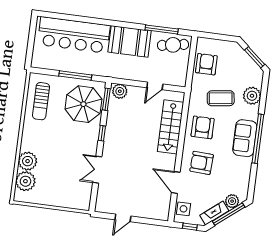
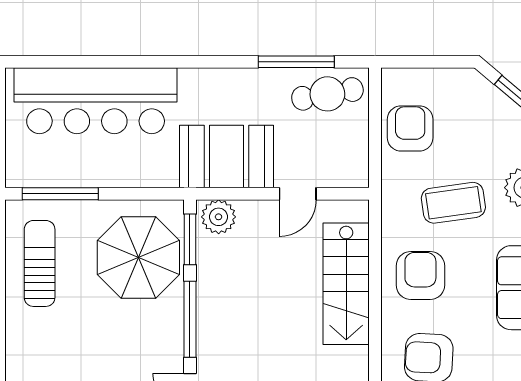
booth: (130, 41) -> (226, 157), moved
window: (75, 75) -> (60, 194), moved
sun lounger: (41, 101) -> (40, 263), turned 180
window: (102, 133) -> (190, 319), width x2.17

